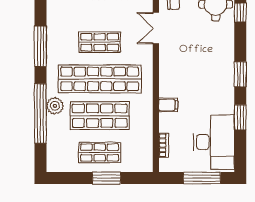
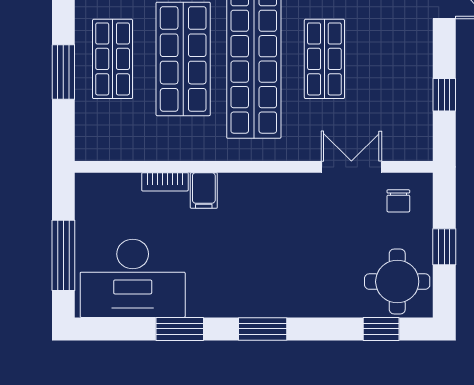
bookcase: (164, 145) -> (165, 182), moved

